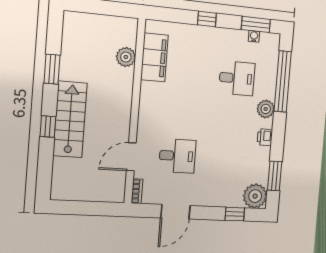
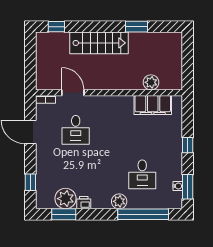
window: (48, 127) -> (56, 27), moved
printer: (265, 137) -> (84, 203), moved
plant: (255, 196) -> (66, 199), moved

